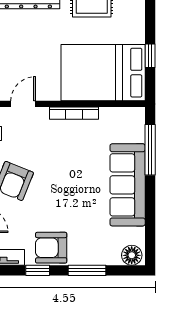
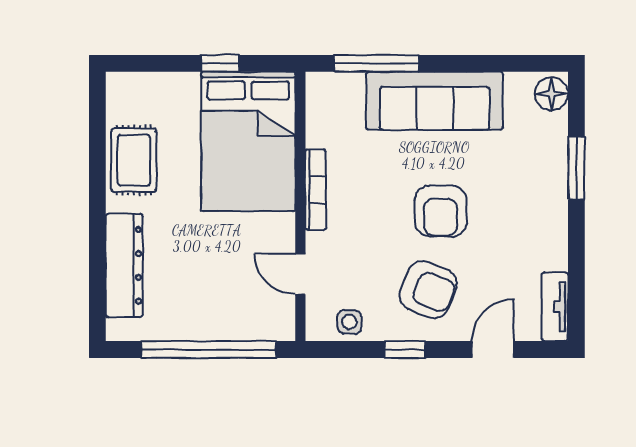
armchair: (51, 248) -> (441, 211), moved
window: (38, 270) -> (576, 250), removed

